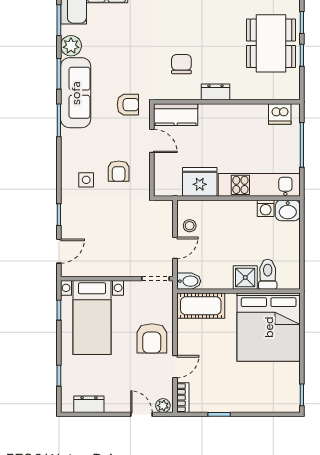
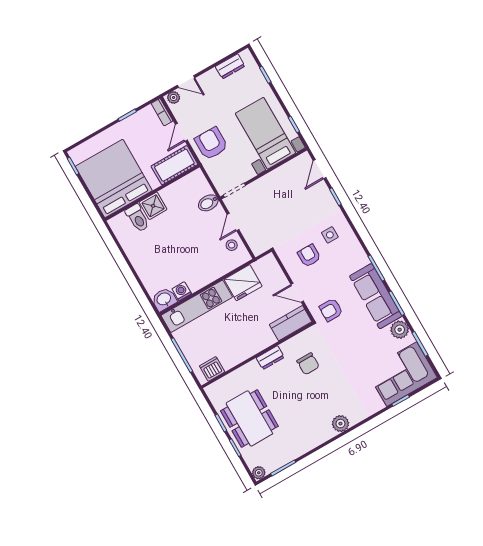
toilet: (268, 274) -> (137, 218), moved
shower: (245, 278) -> (153, 206), moved
wall: (238, 291) -> (152, 193), moved
cot: (201, 306) -> (174, 165), moved
bed: (269, 327) -> (114, 178), moved

